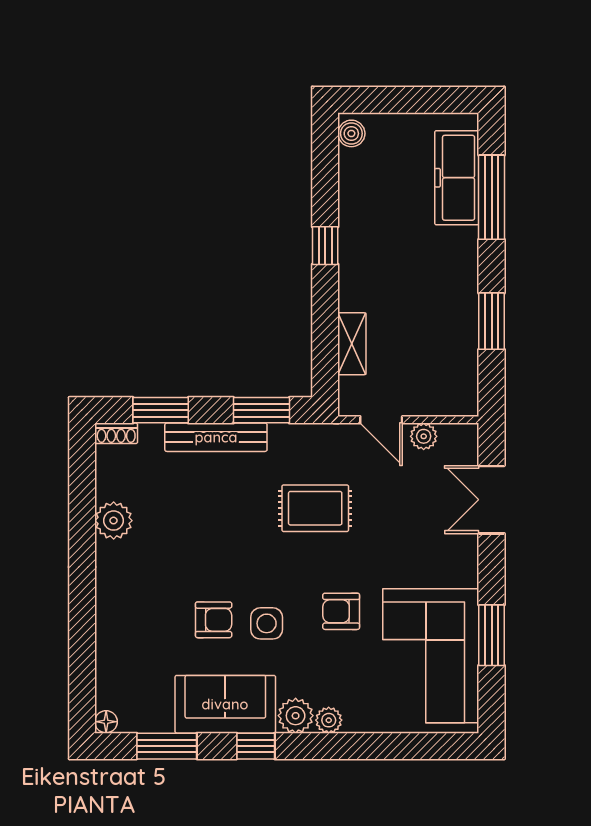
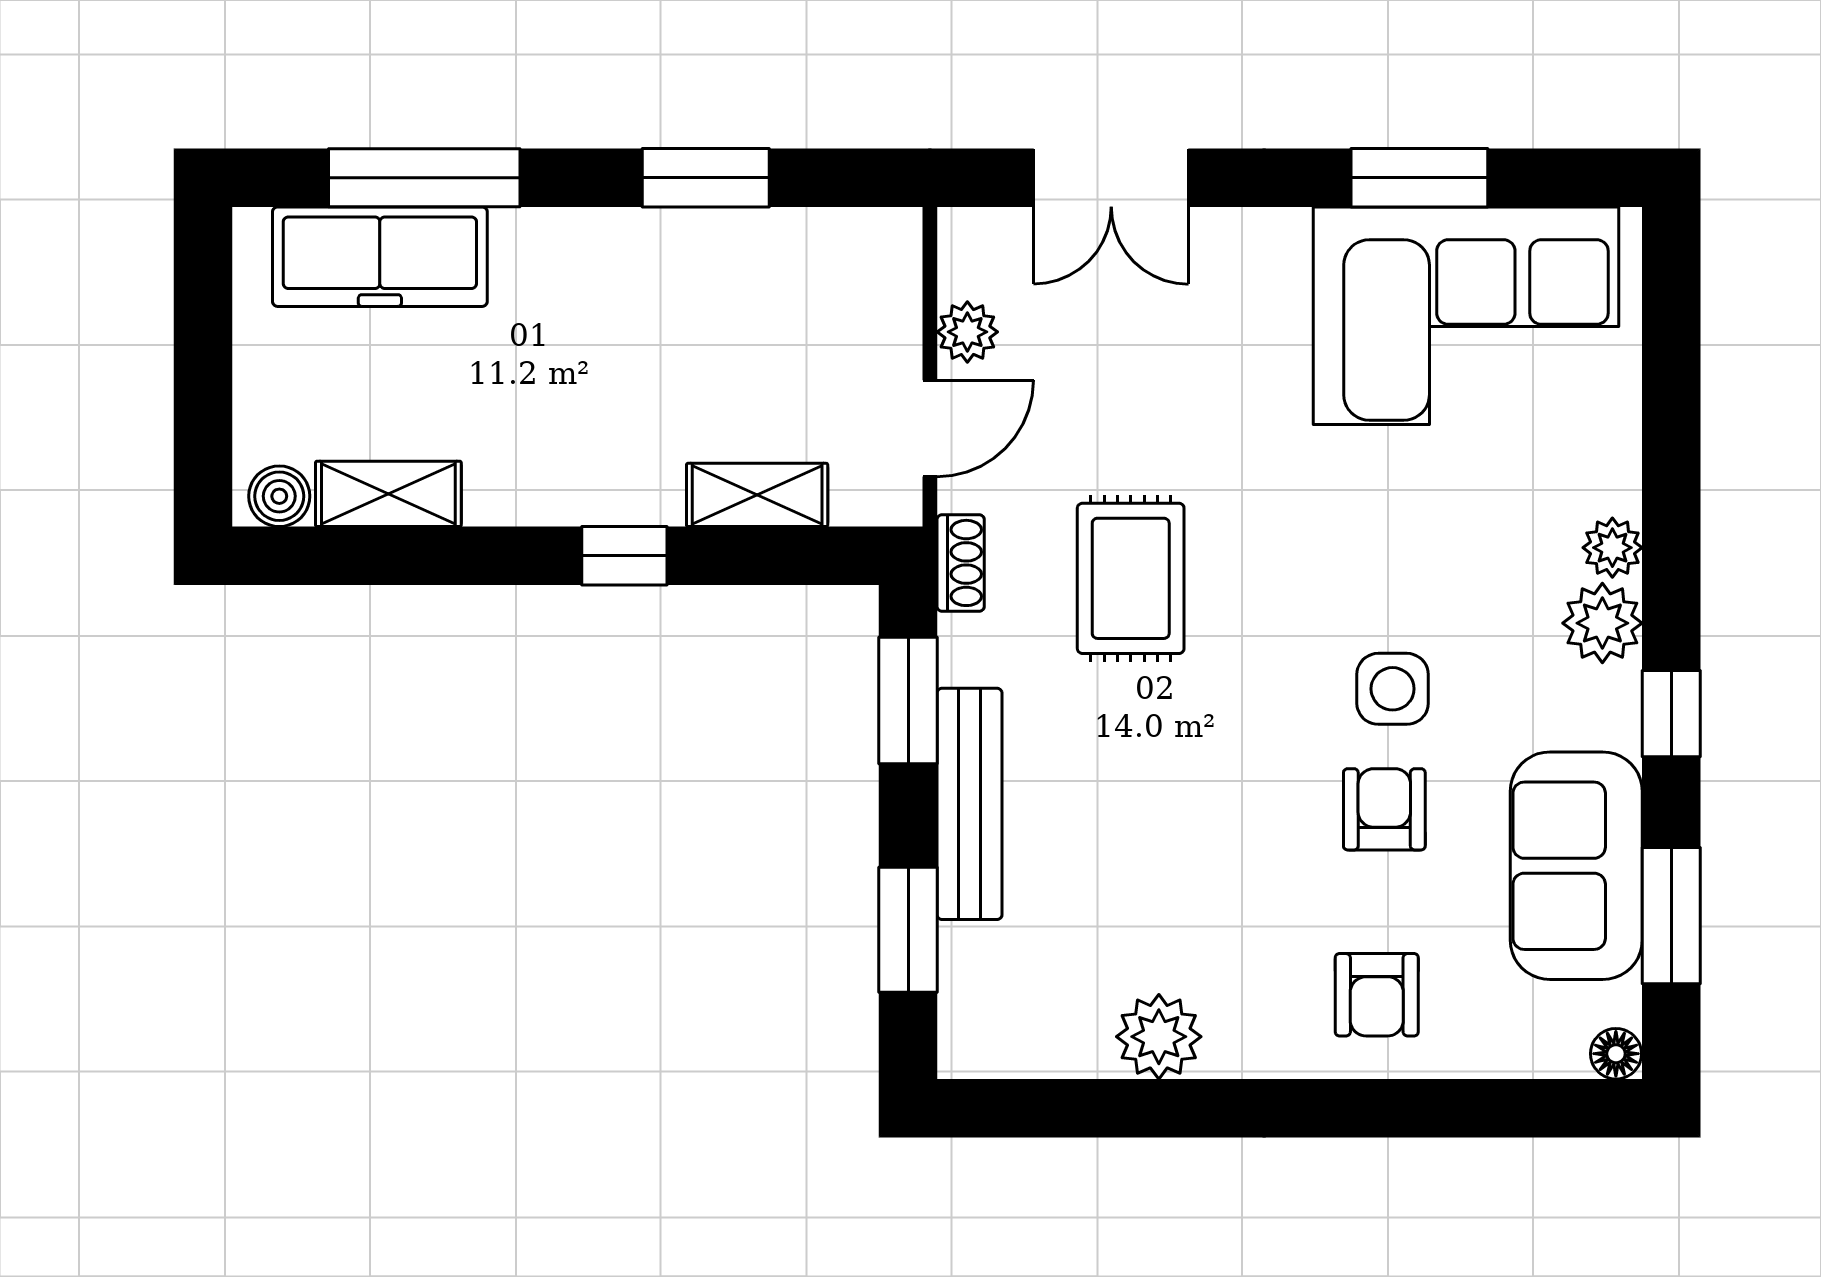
shelving: (352, 181) -> (388, 494), added
window: (325, 246) -> (624, 556), moved
shoe rack: (116, 433) -> (961, 563), moved
armchair: (341, 611) -> (1377, 995), moved
sofa: (225, 704) -> (1576, 866), moved

